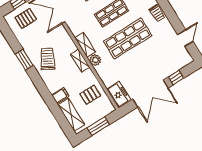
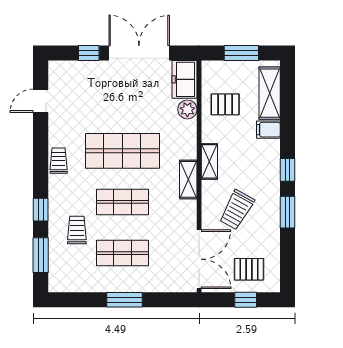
trolley: (48, 59) -> (237, 210), moved
plant: (95, 60) -> (187, 109), moved
window: (38, 81) -> (288, 170), added

